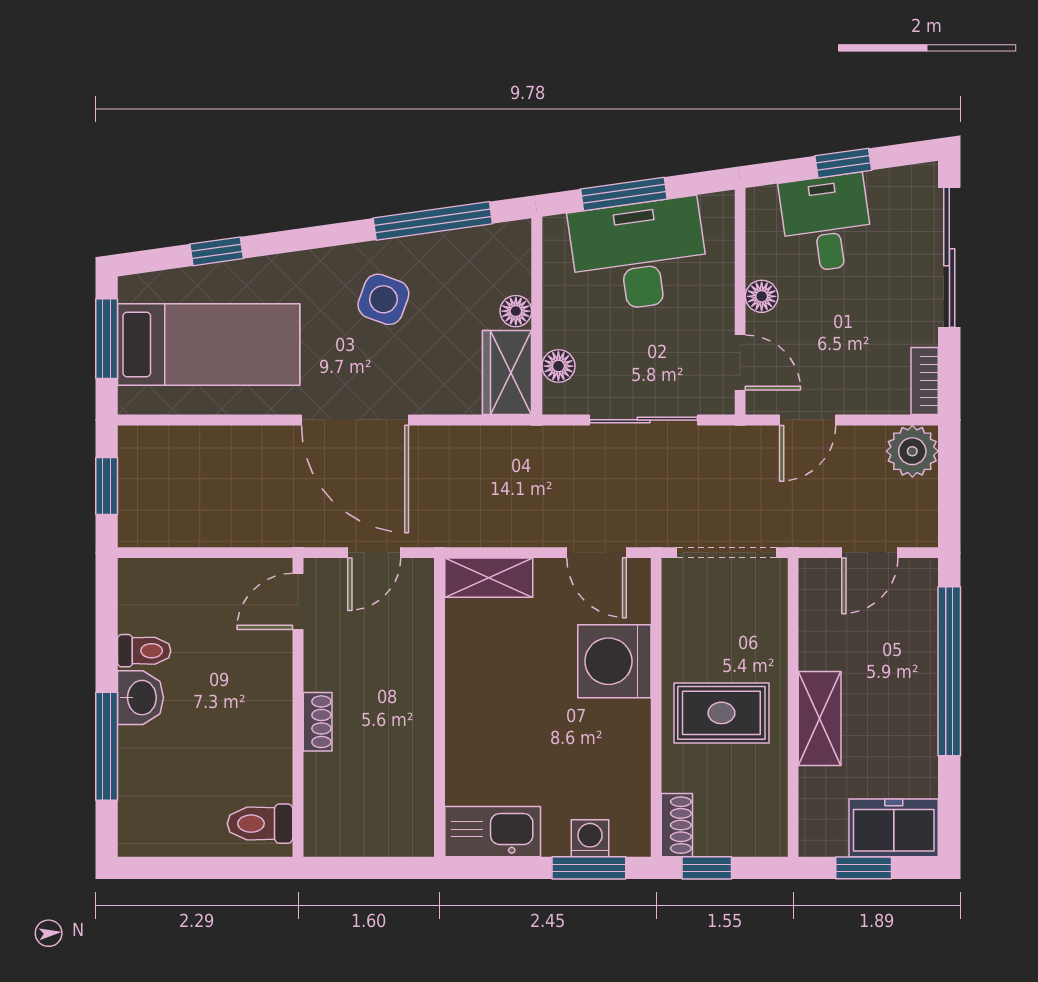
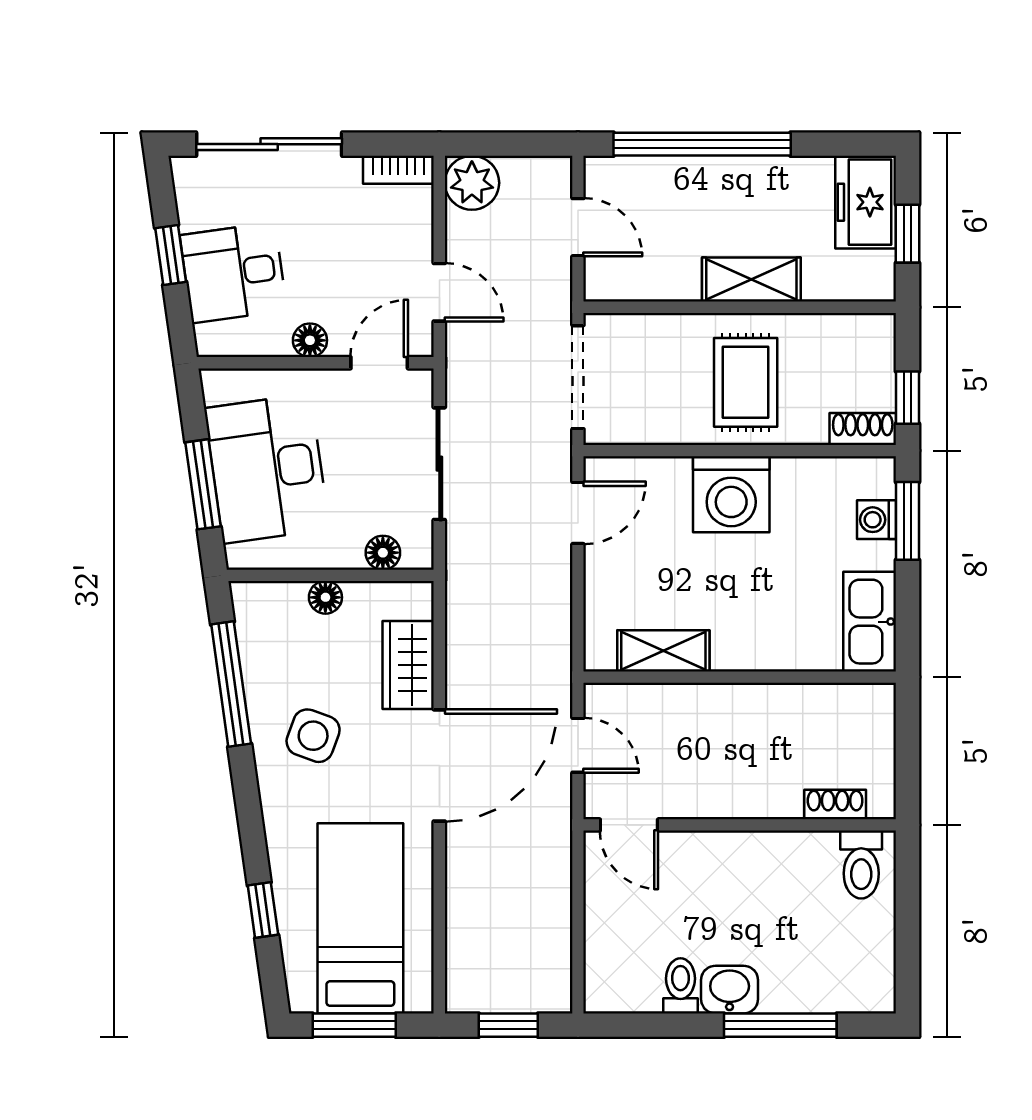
wardrobe: (507, 373) -> (408, 665), moved, turned 90
shelving: (489, 578) -> (663, 651), moved, turned 90
washing machine: (614, 661) -> (731, 494), moved
shoe rack: (318, 722) -> (835, 804), moved

